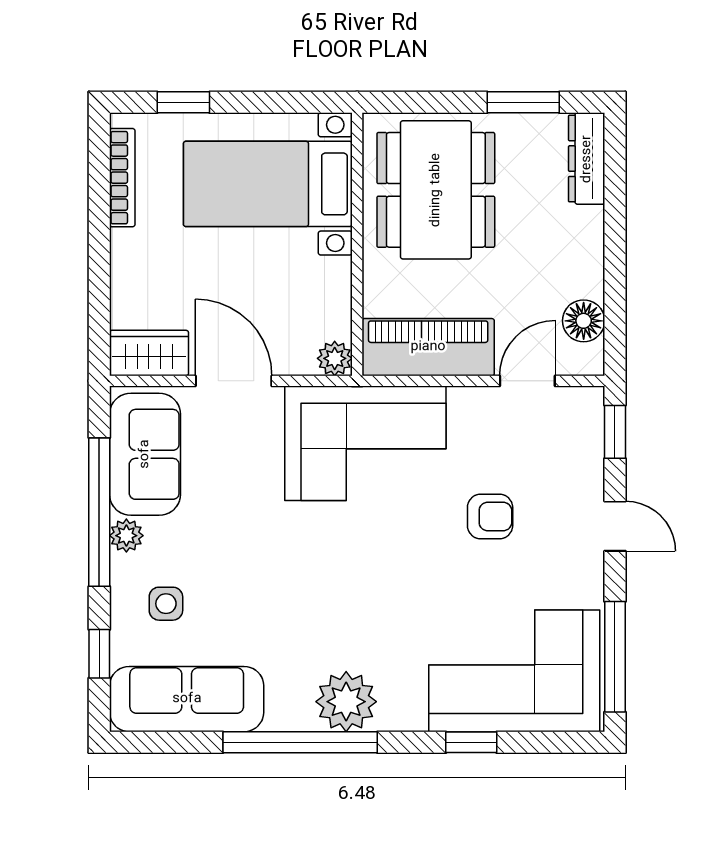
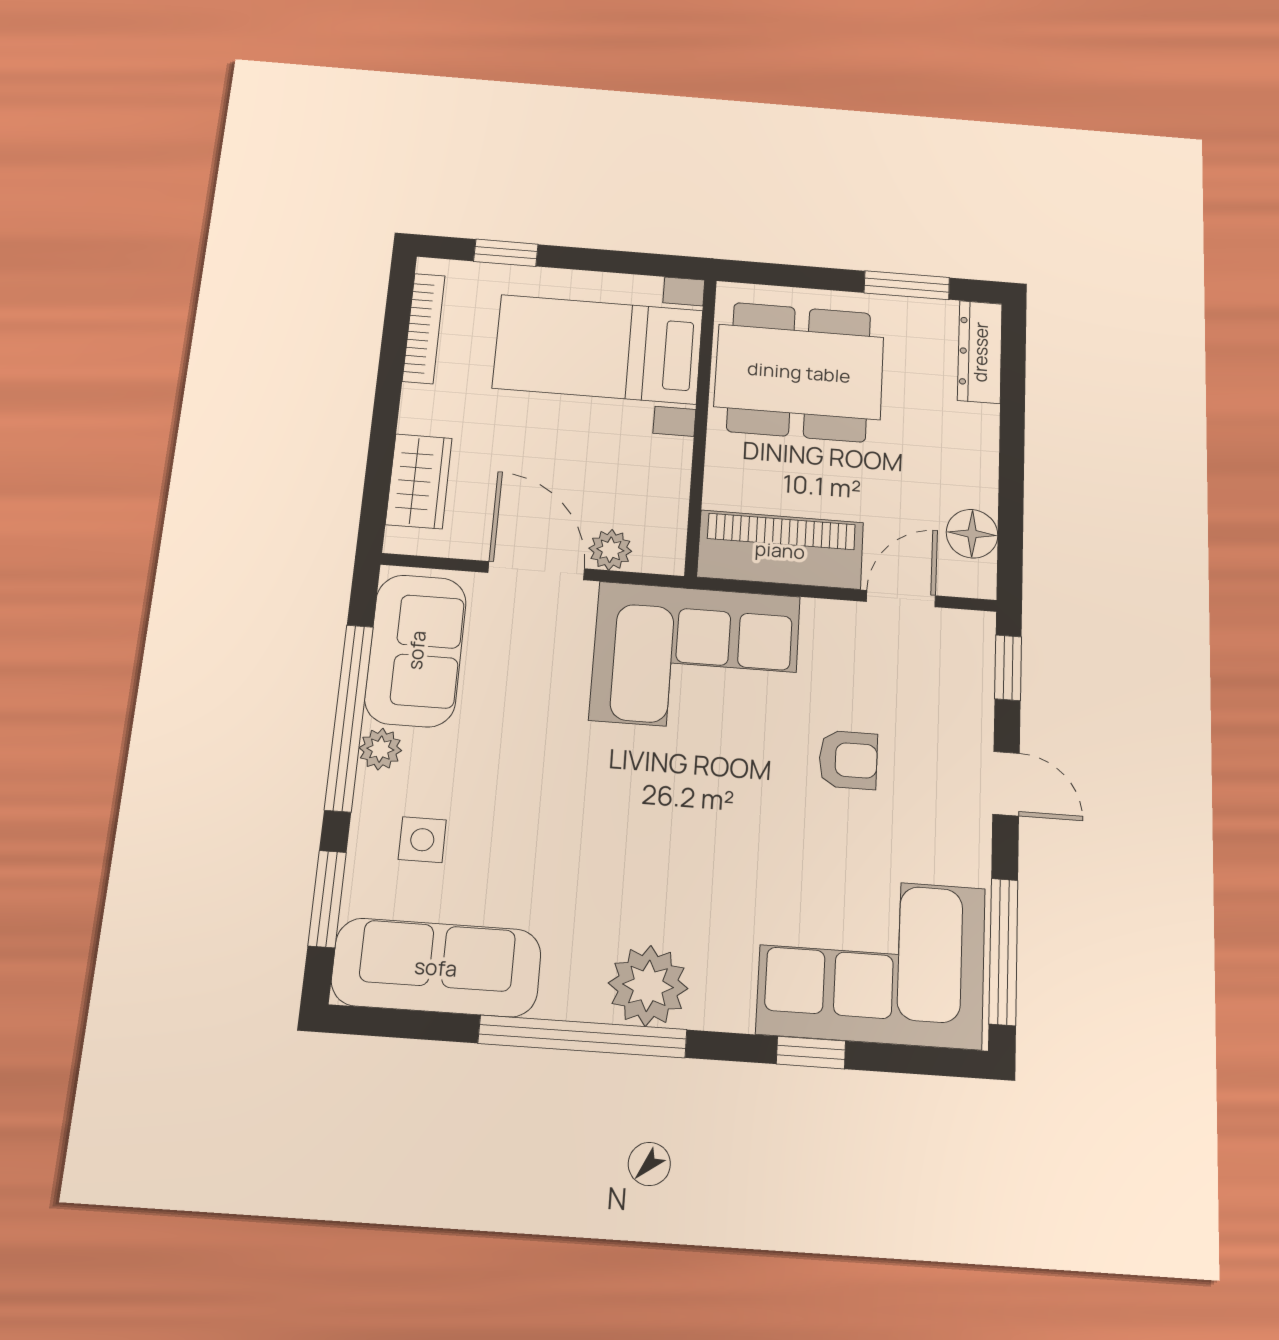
dining table: (436, 190) -> (799, 372), turned 90
wardrobe: (149, 353) -> (419, 481), moved, turned 90
plant: (335, 358) -> (610, 550), moved
window: (99, 654) -> (327, 899), width x1.50

